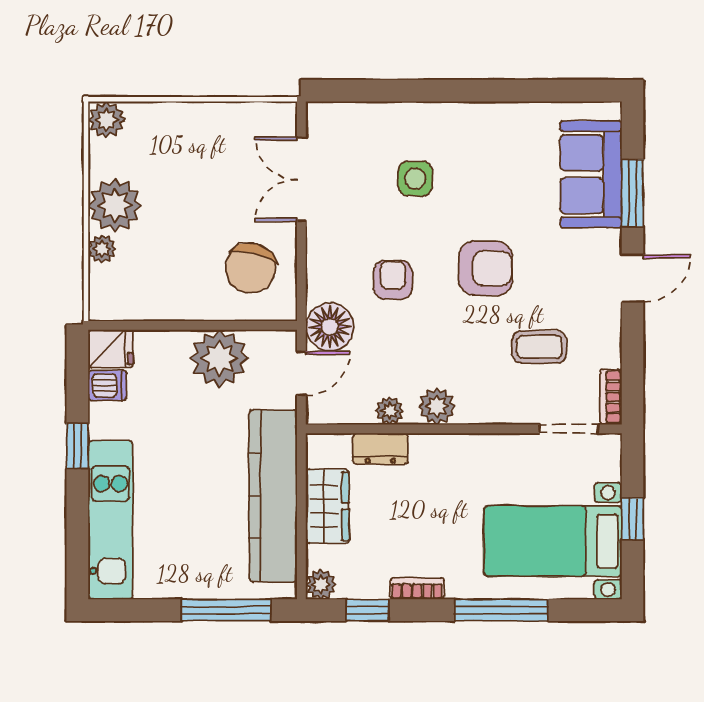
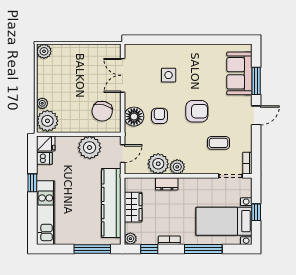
plant: (115, 205) -> (47, 121), moved
floor lamp: (330, 327) -> (134, 117), moved
plant: (390, 411) -> (158, 164), width x1.87, depth x1.87
dresser: (380, 449) -> (167, 184), moved

